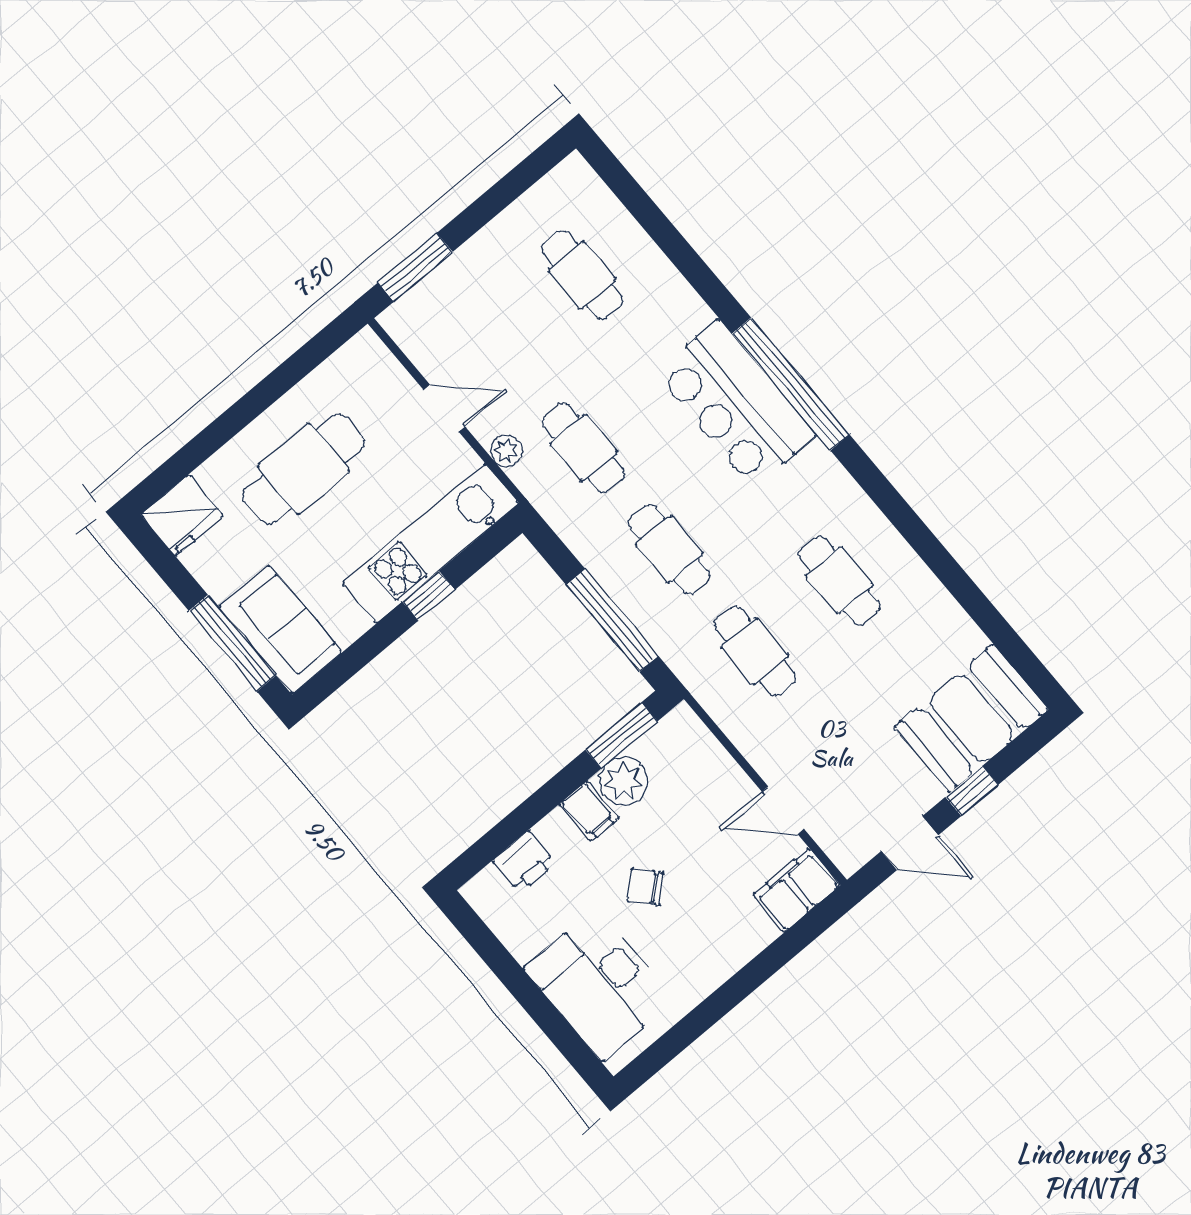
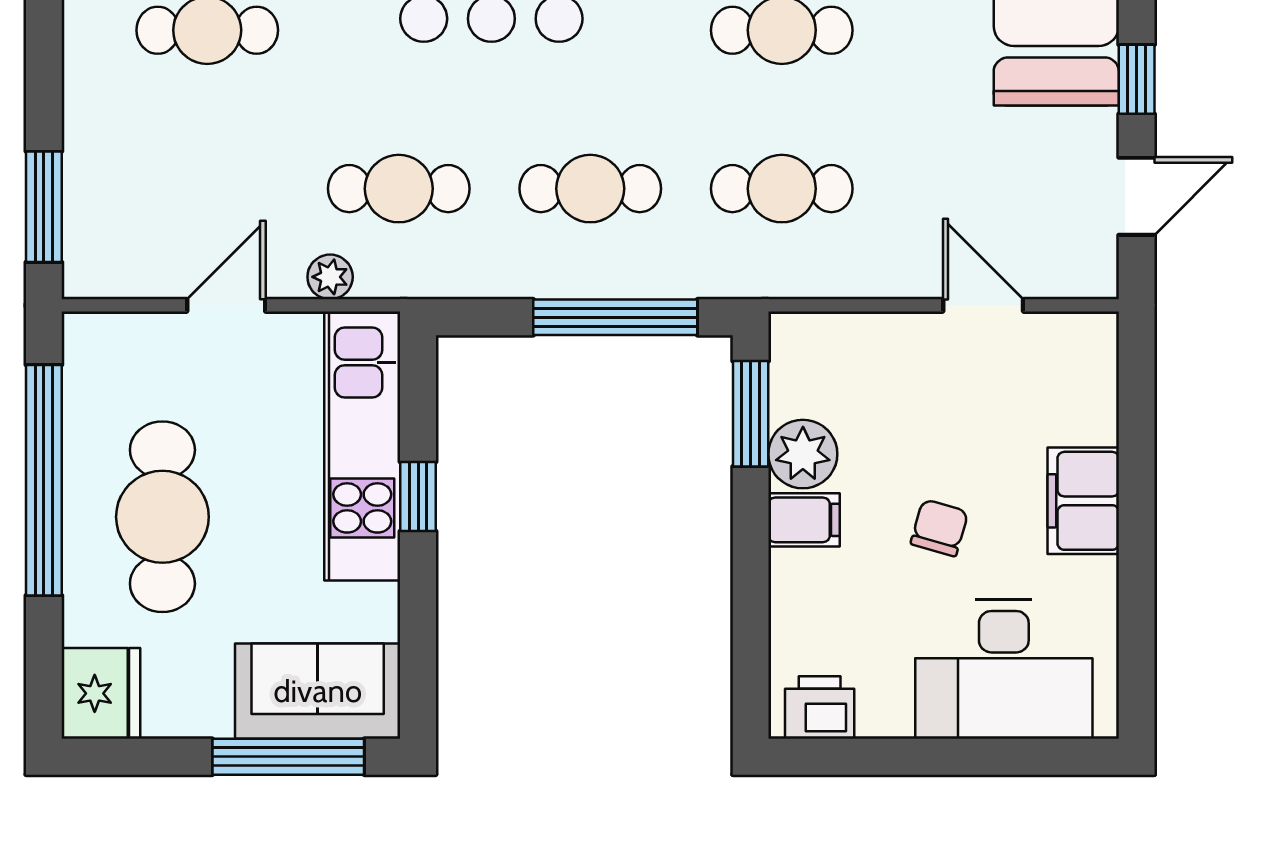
window: (270, 390) -> (44, 480), added
door: (783, 810) -> (983, 305), swing flipped
printer: (524, 862) -> (820, 708), moved, turned -90
chair: (645, 887) -> (939, 528), turned 149
filing cabinet: (796, 890) -> (1083, 501), moved

